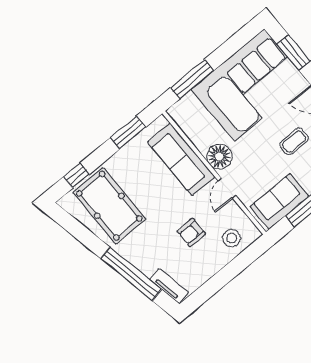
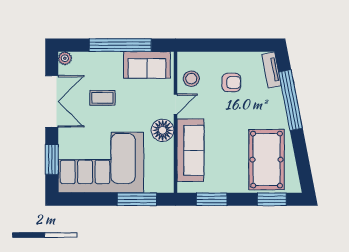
window: (76, 175) -> (272, 199), width x1.50
armchair: (191, 232) -> (231, 82), moved
stool: (232, 238) -> (191, 79), moved

